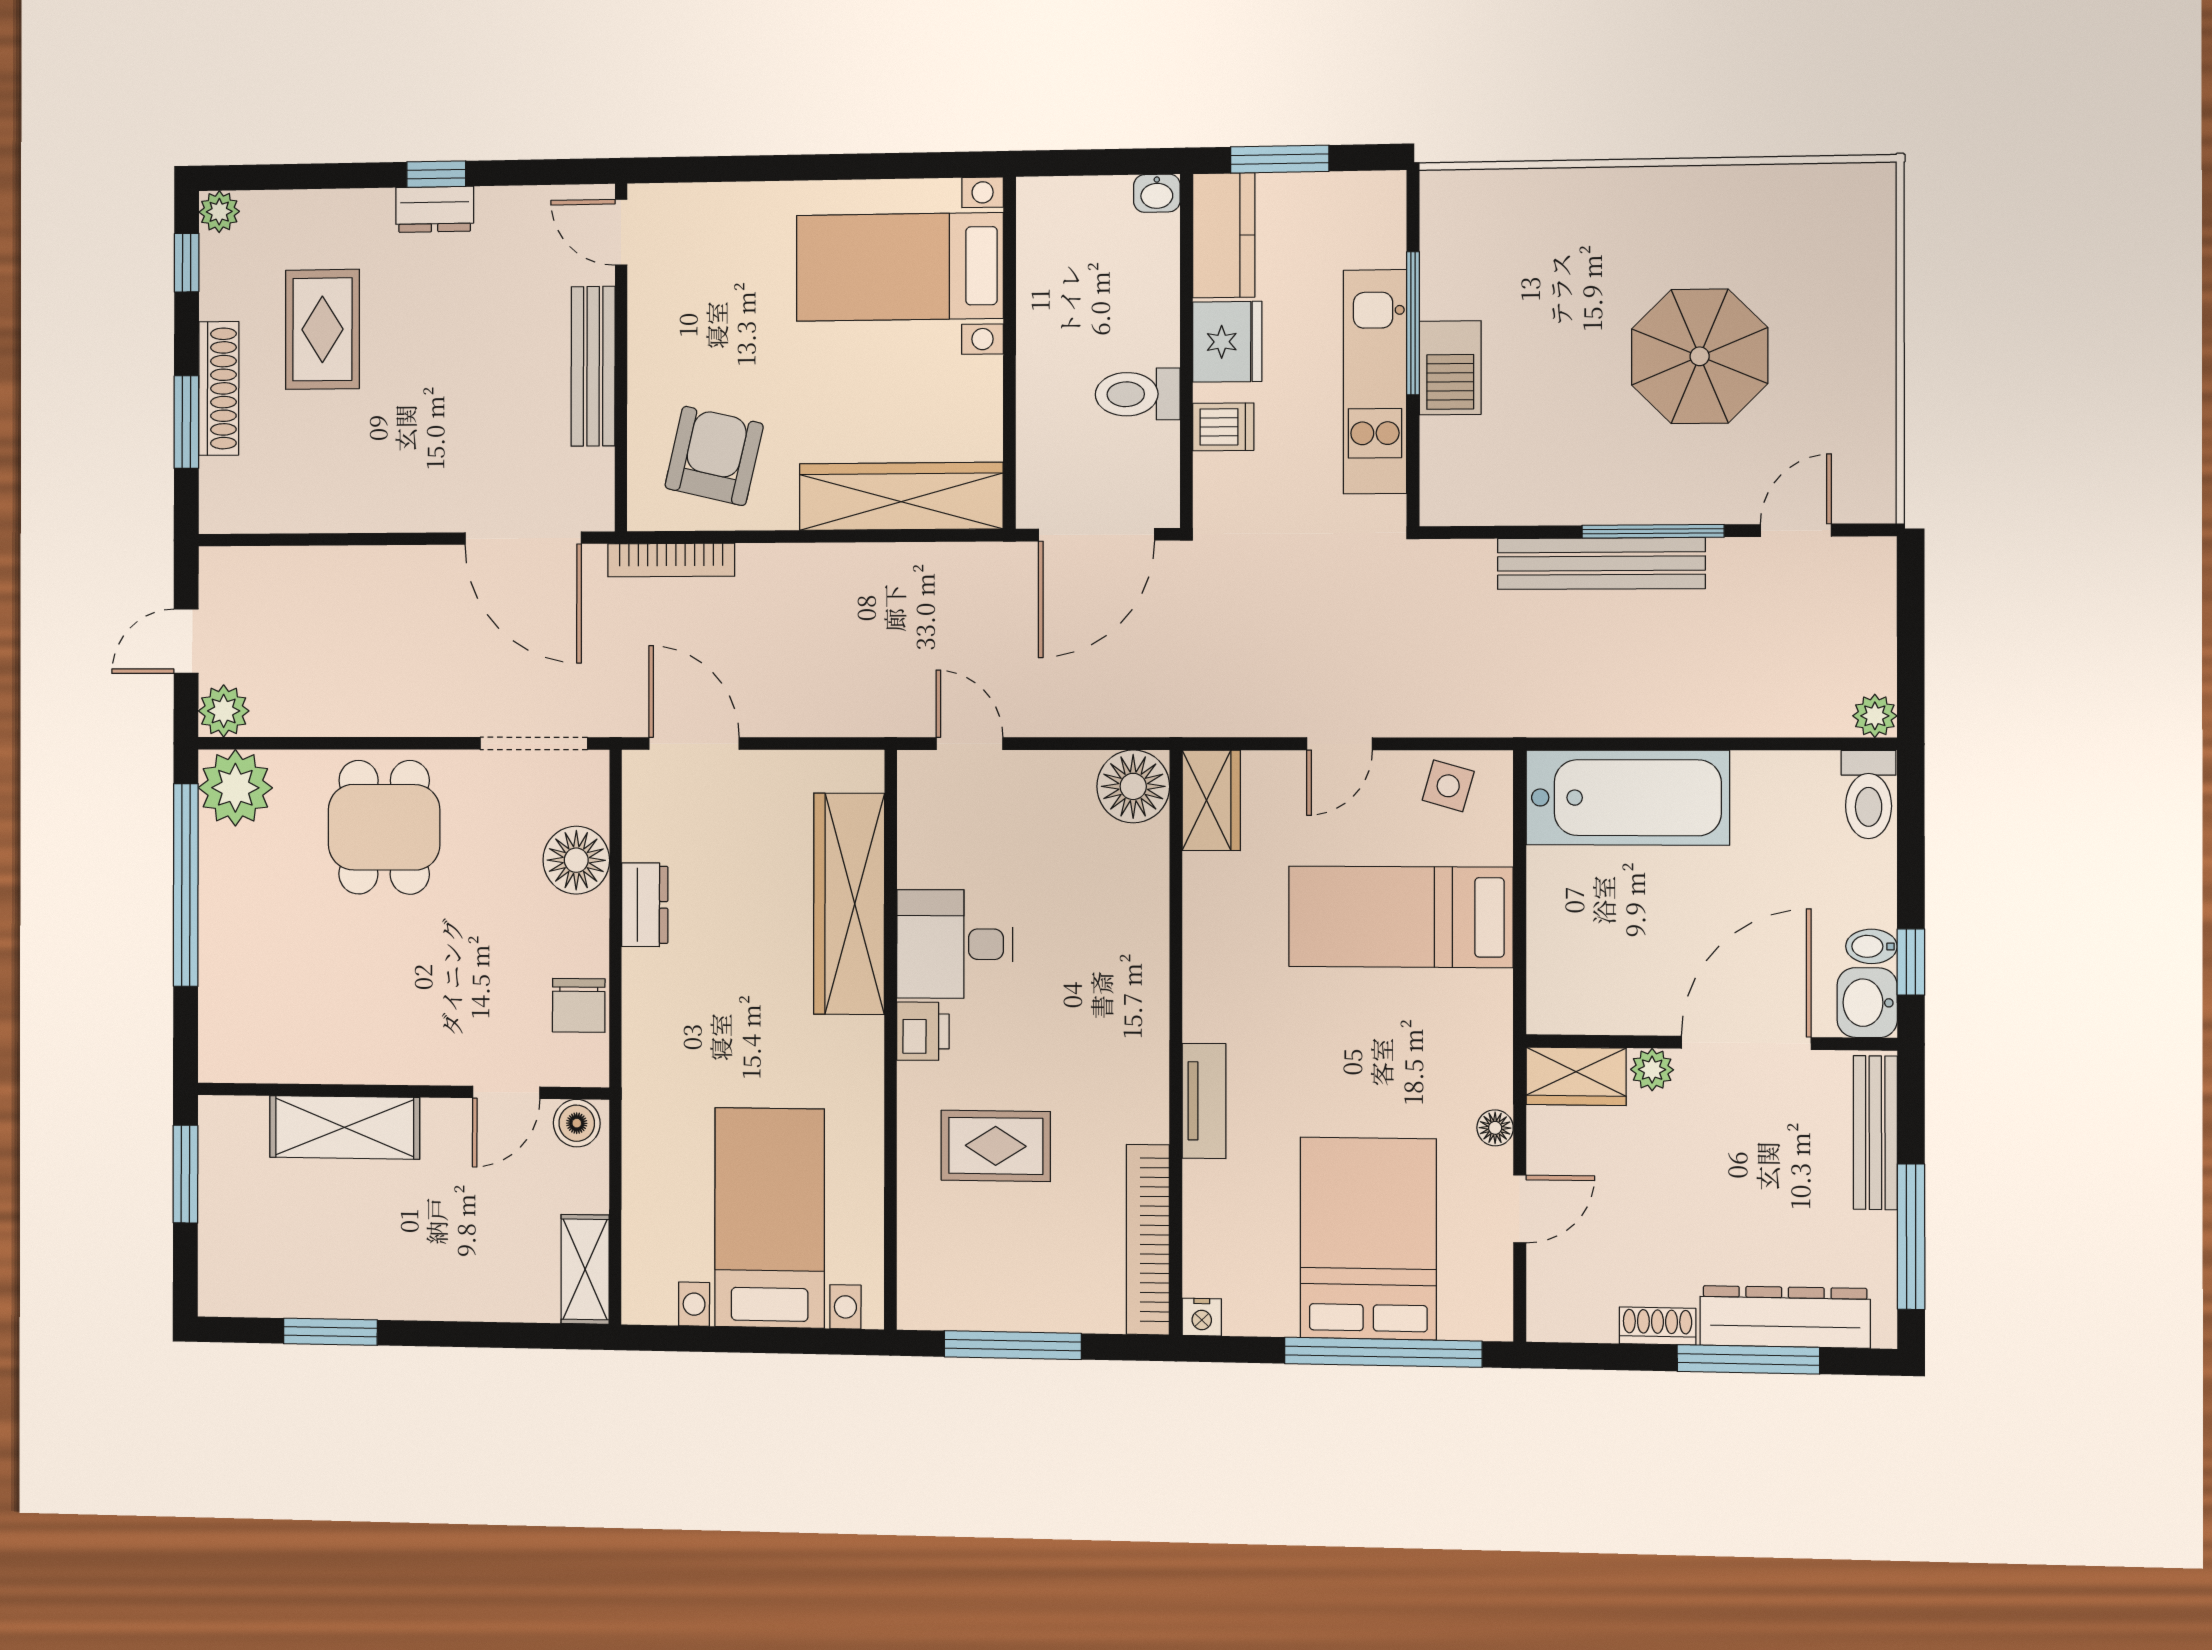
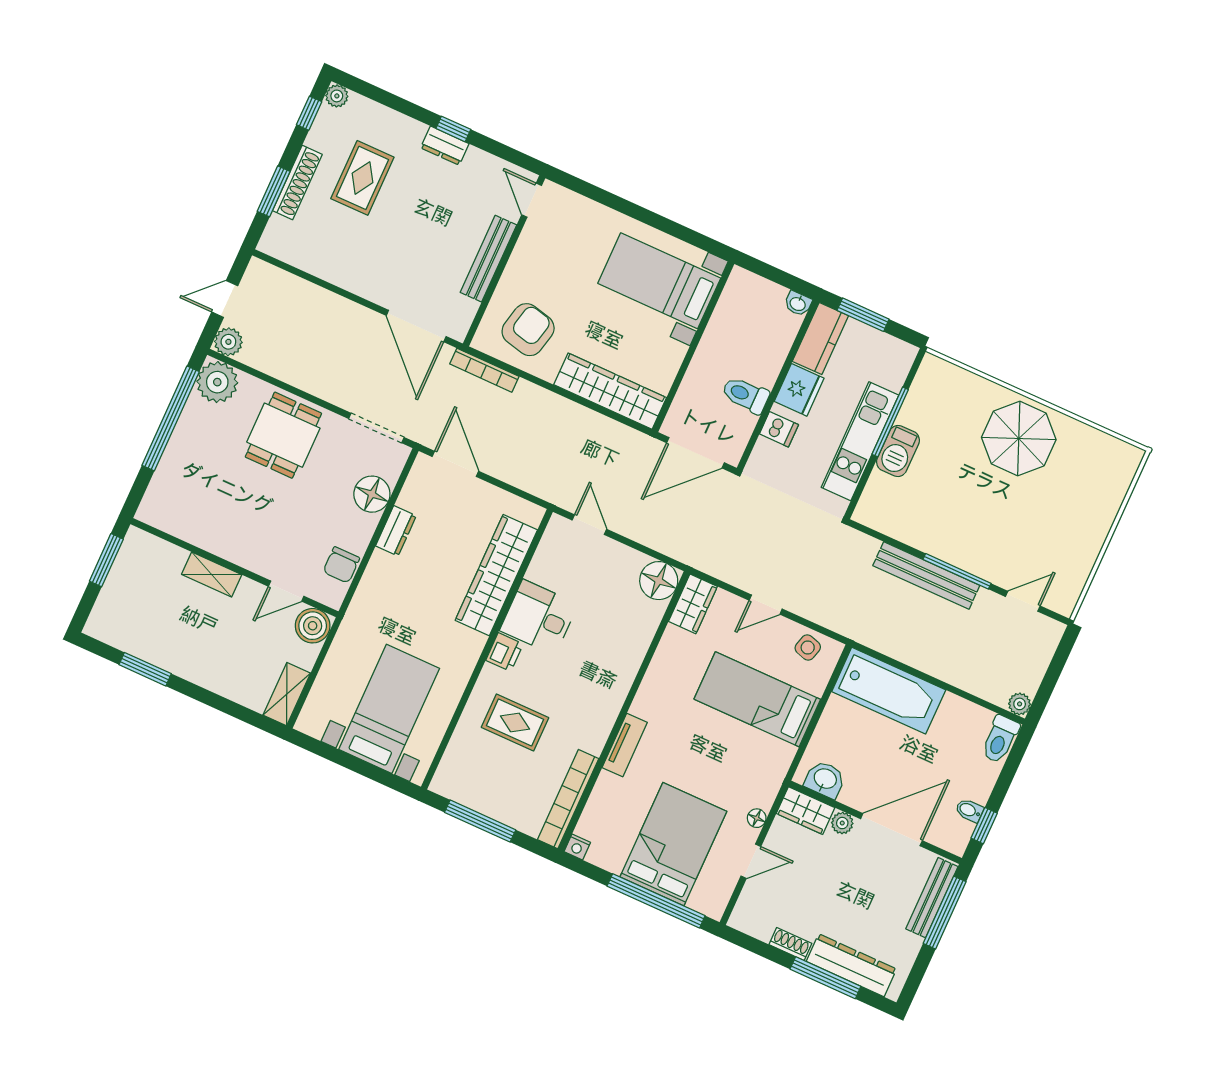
parasol: (1700, 356) -> (1019, 438), moved
washbasin: (1867, 1003) -> (825, 779), moved, turned 90
boiler: (577, 1123) -> (313, 626), width x1.36, depth x1.36
shelving: (345, 1127) -> (212, 575), width x0.67, depth x0.75
window: (1911, 1237) -> (945, 913), moved

